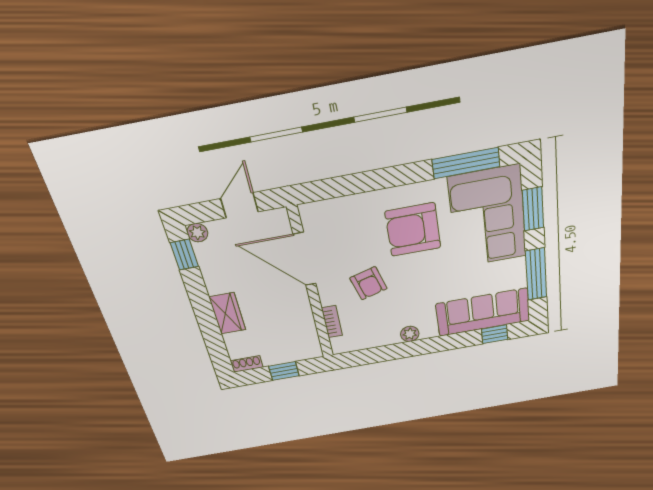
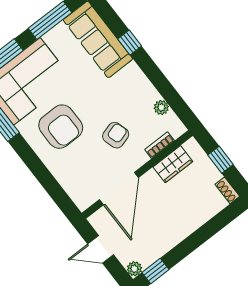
wardrobe: (227, 313) -> (173, 164), moved, turned 180
plant: (410, 334) -> (161, 107), moved
window: (495, 334) -> (130, 43), moved

